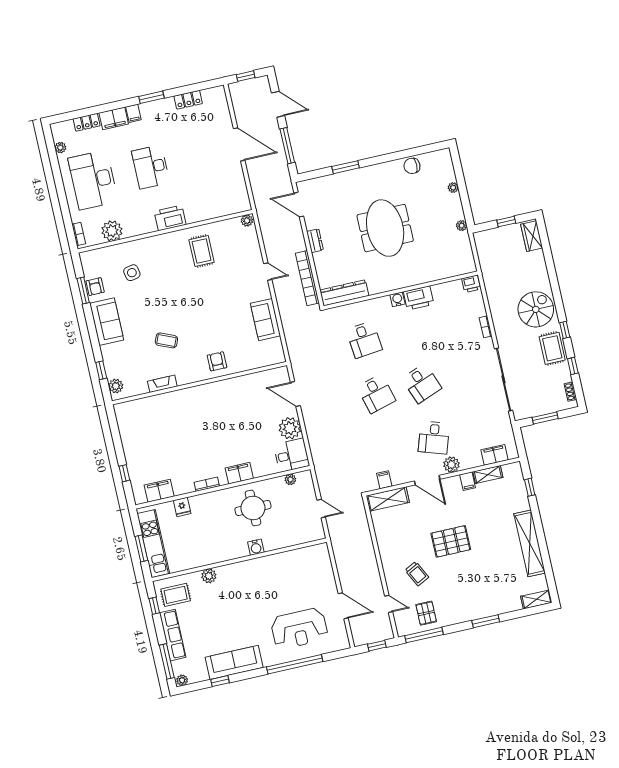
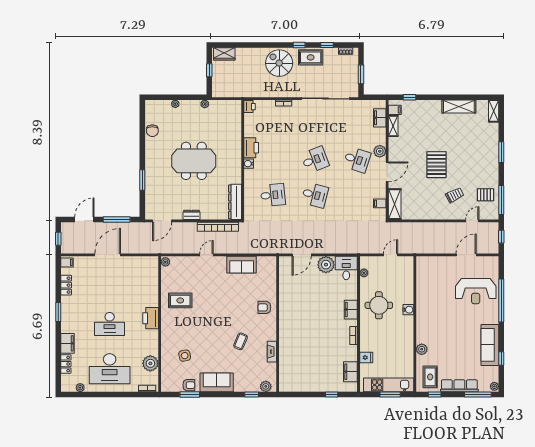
filing cabinet: (133, 113) -> (67, 262), moved
desk: (376, 394) -> (315, 195), turned 30
filing cabinet: (468, 481) -> (395, 110), moved
shelving: (530, 543) -> (459, 107), width x0.68
reception desk: (299, 629) -> (476, 291), turned 90

